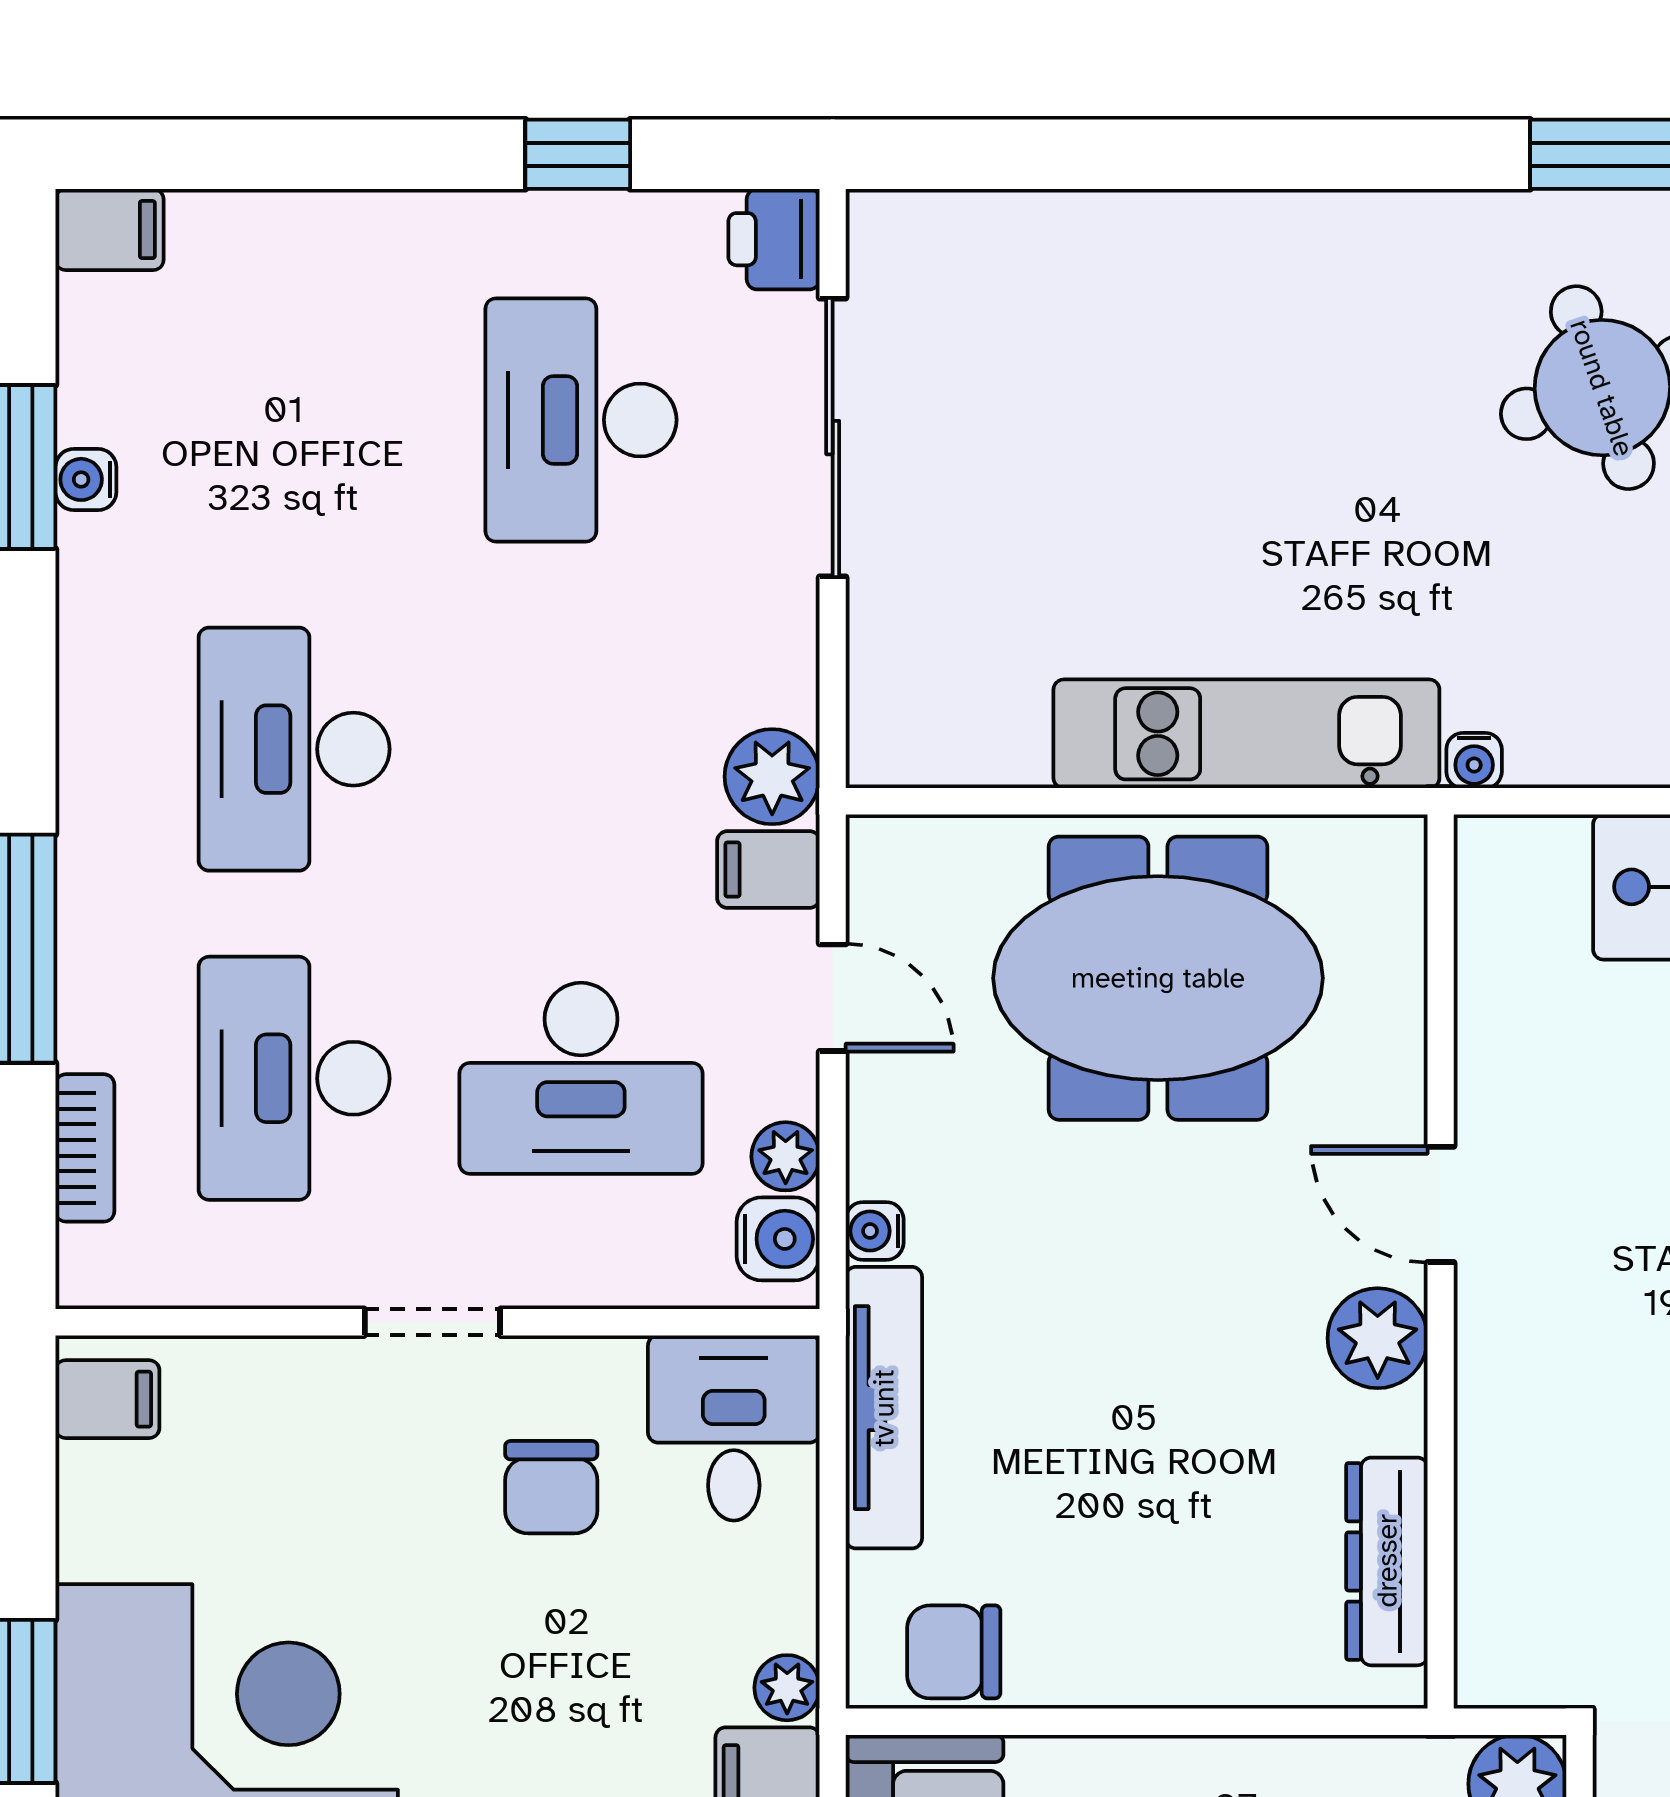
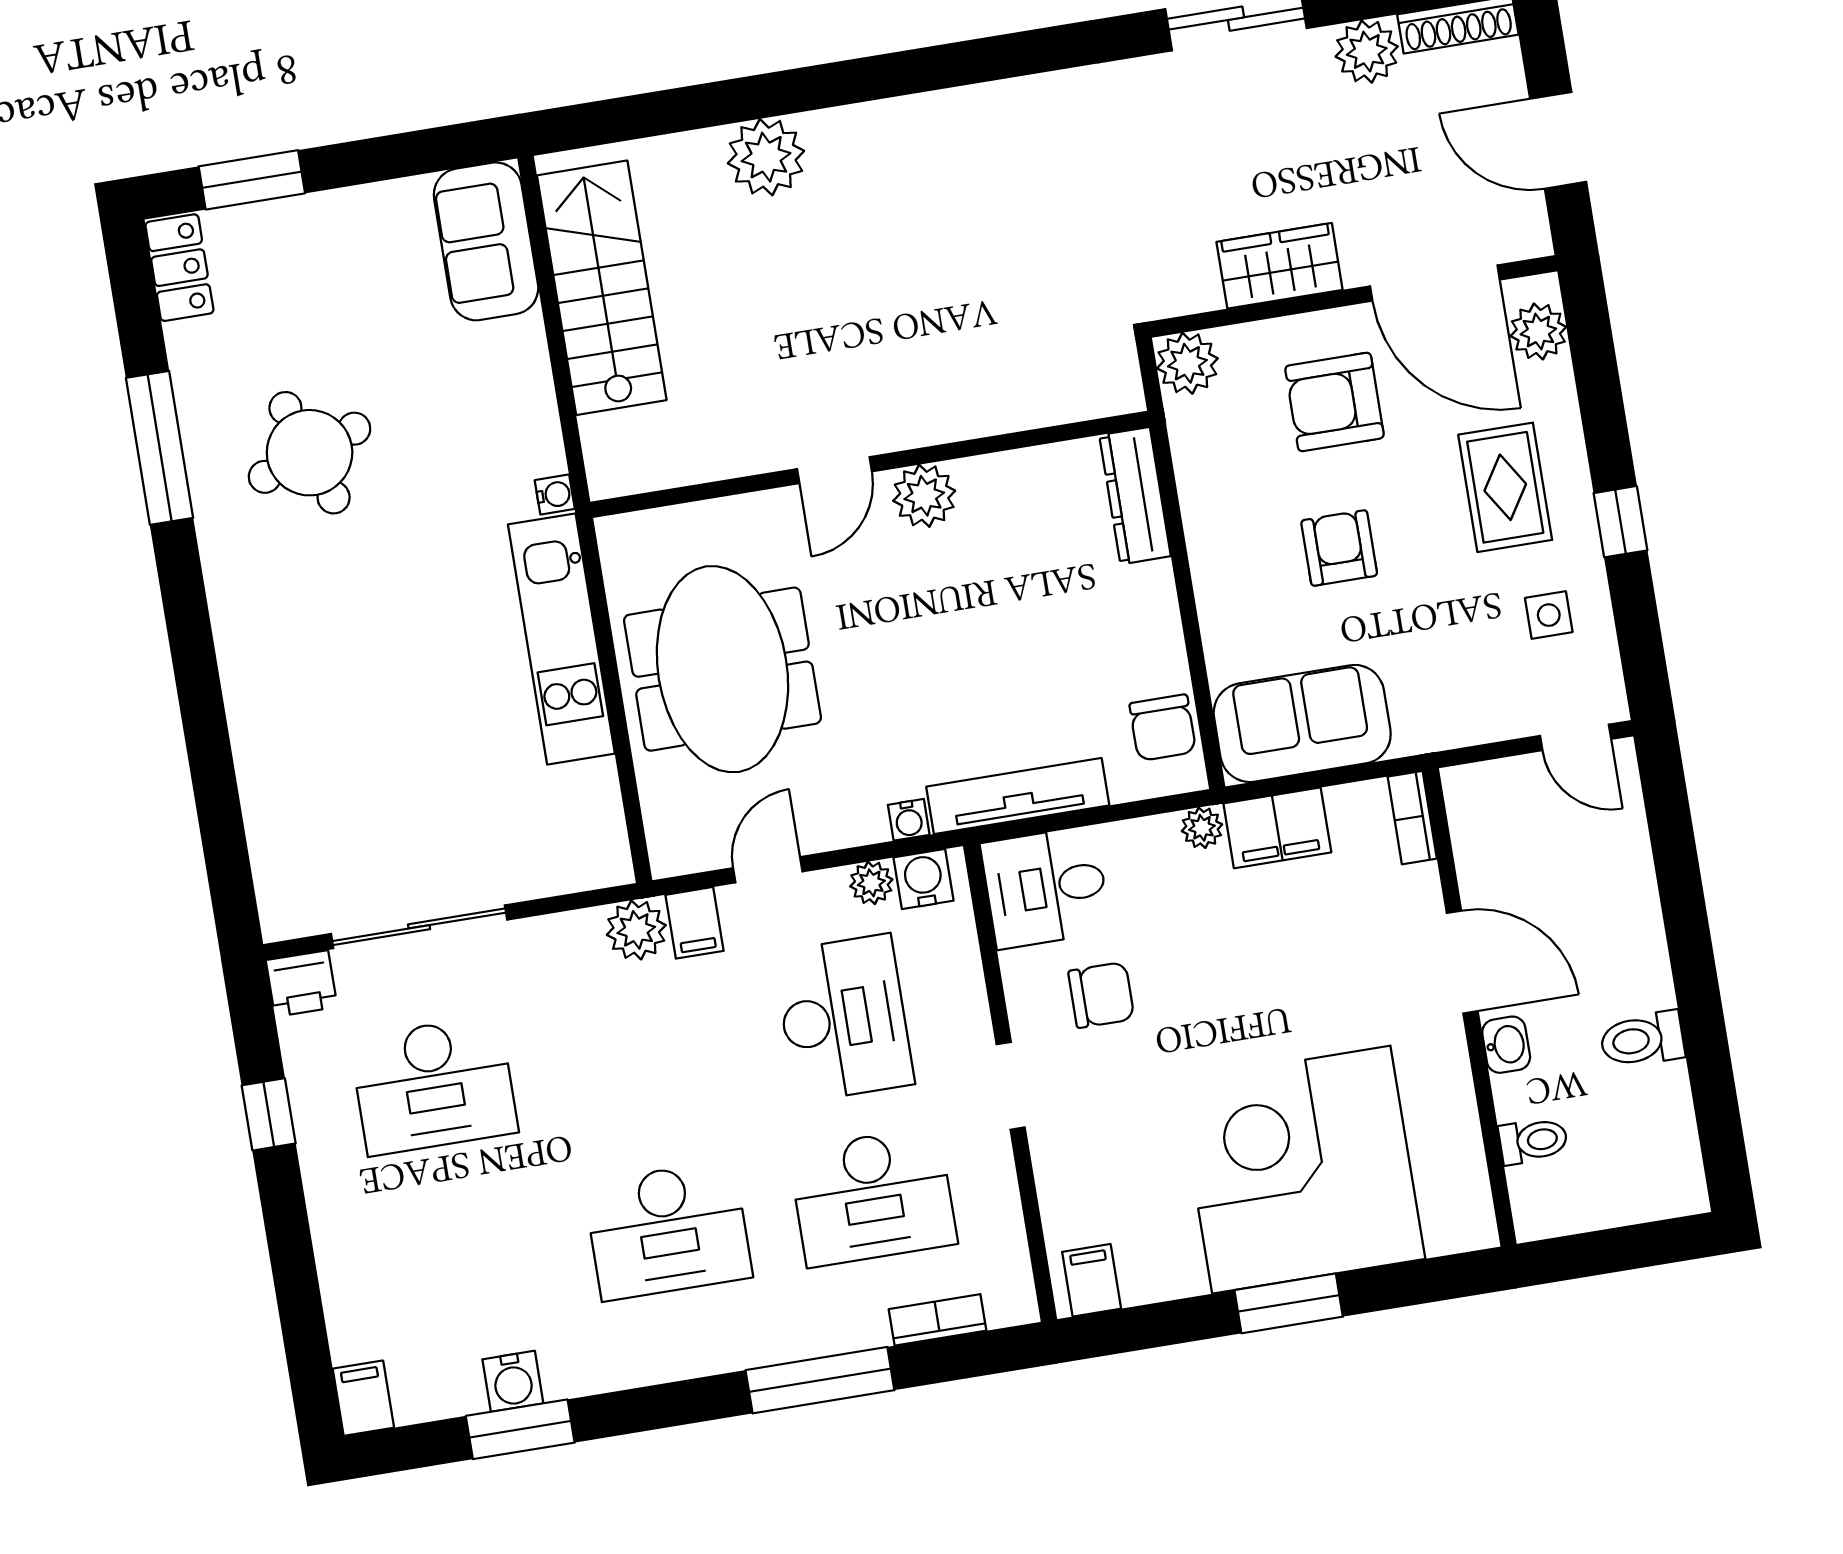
water cooler: (86, 479) -> (513, 1381), width x1.38, depth x1.38
dresser: (1387, 1561) -> (1135, 496), moved, turned 90

